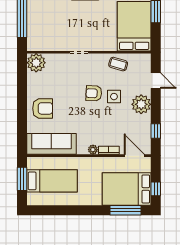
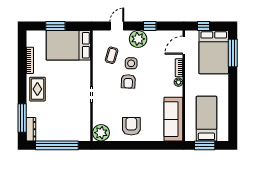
coffee table: (118, 64) -> (112, 55), moved
armchair: (43, 108) -> (131, 126), moved
window: (156, 131) -> (150, 26), moved
window: (156, 189) -> (203, 26), moved

